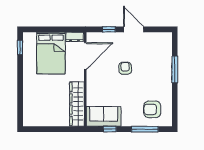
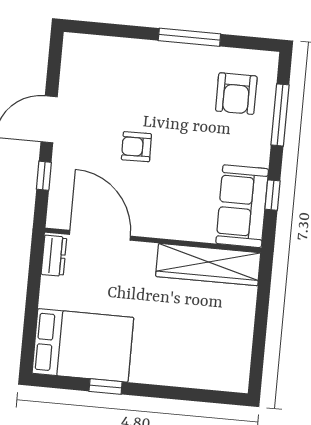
window: (20, 47) -> (106, 387), moved
bed: (51, 53) -> (83, 345), moved
window: (175, 69) -> (189, 37), moved

